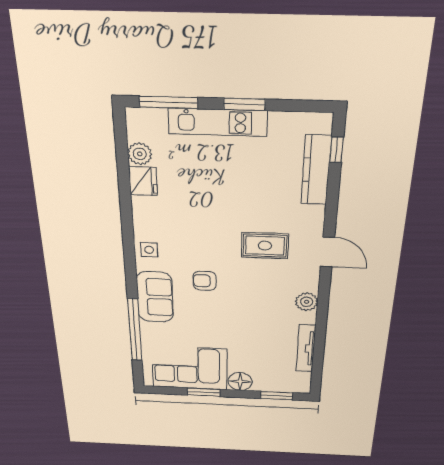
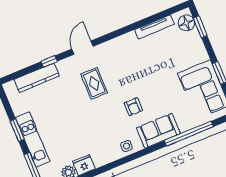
window: (337, 150) -> (49, 61), moved
plant: (307, 302) -> (121, 43), removed
floor lamp: (240, 381) -> (186, 23), moved

